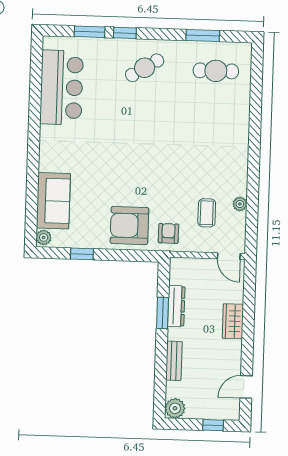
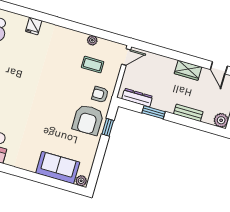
fridge: (239, 119) -> (34, 26), added
window: (82, 254) -> (108, 127), moved
dresser: (176, 306) -> (137, 98), moved
wardrobe: (233, 321) -> (188, 70), moved

